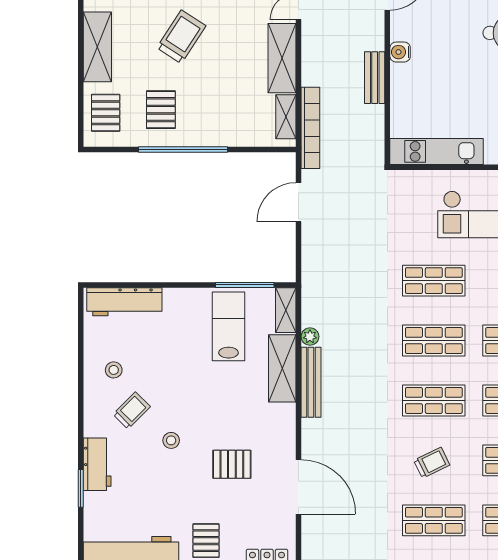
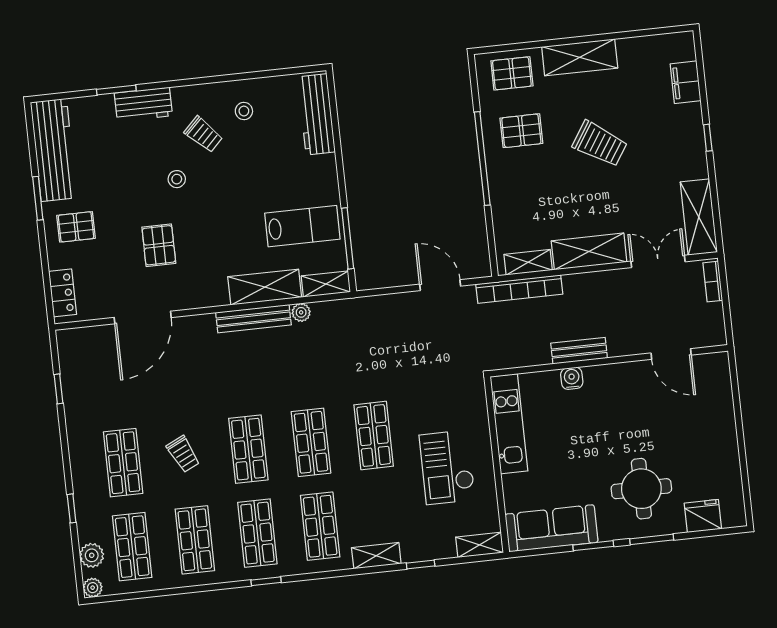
water cooler: (400, 52) -> (572, 378), moved

